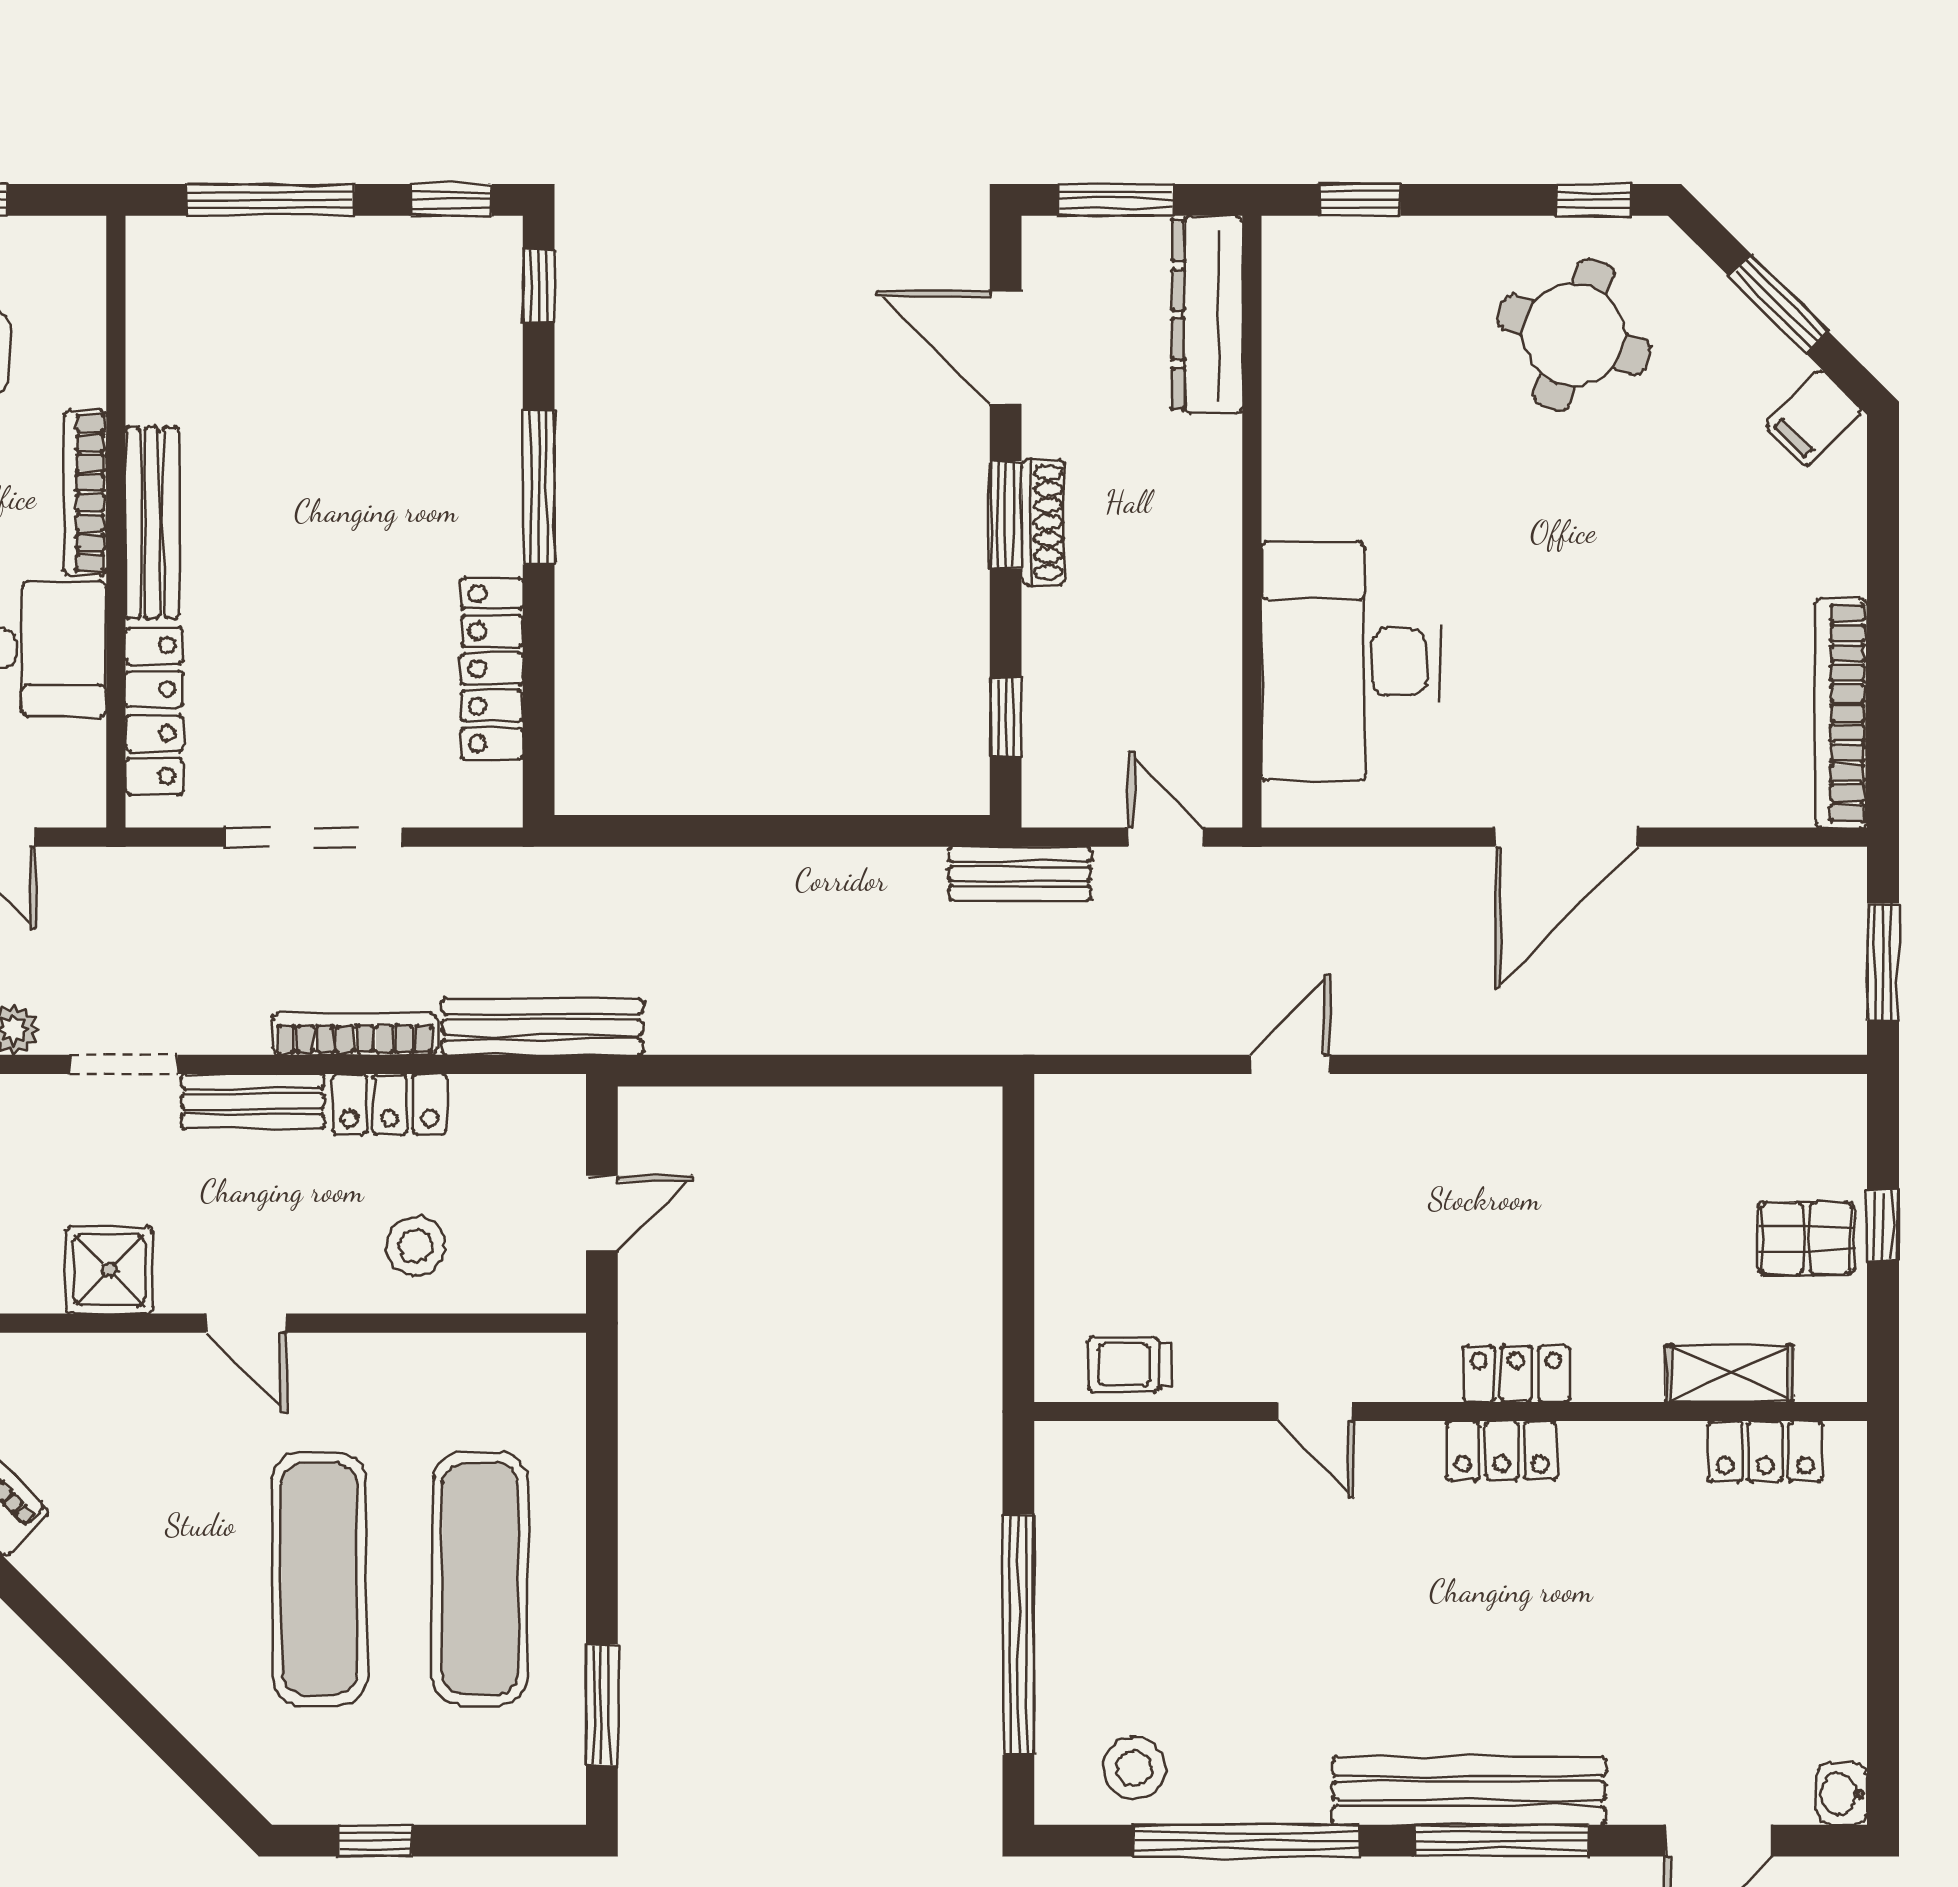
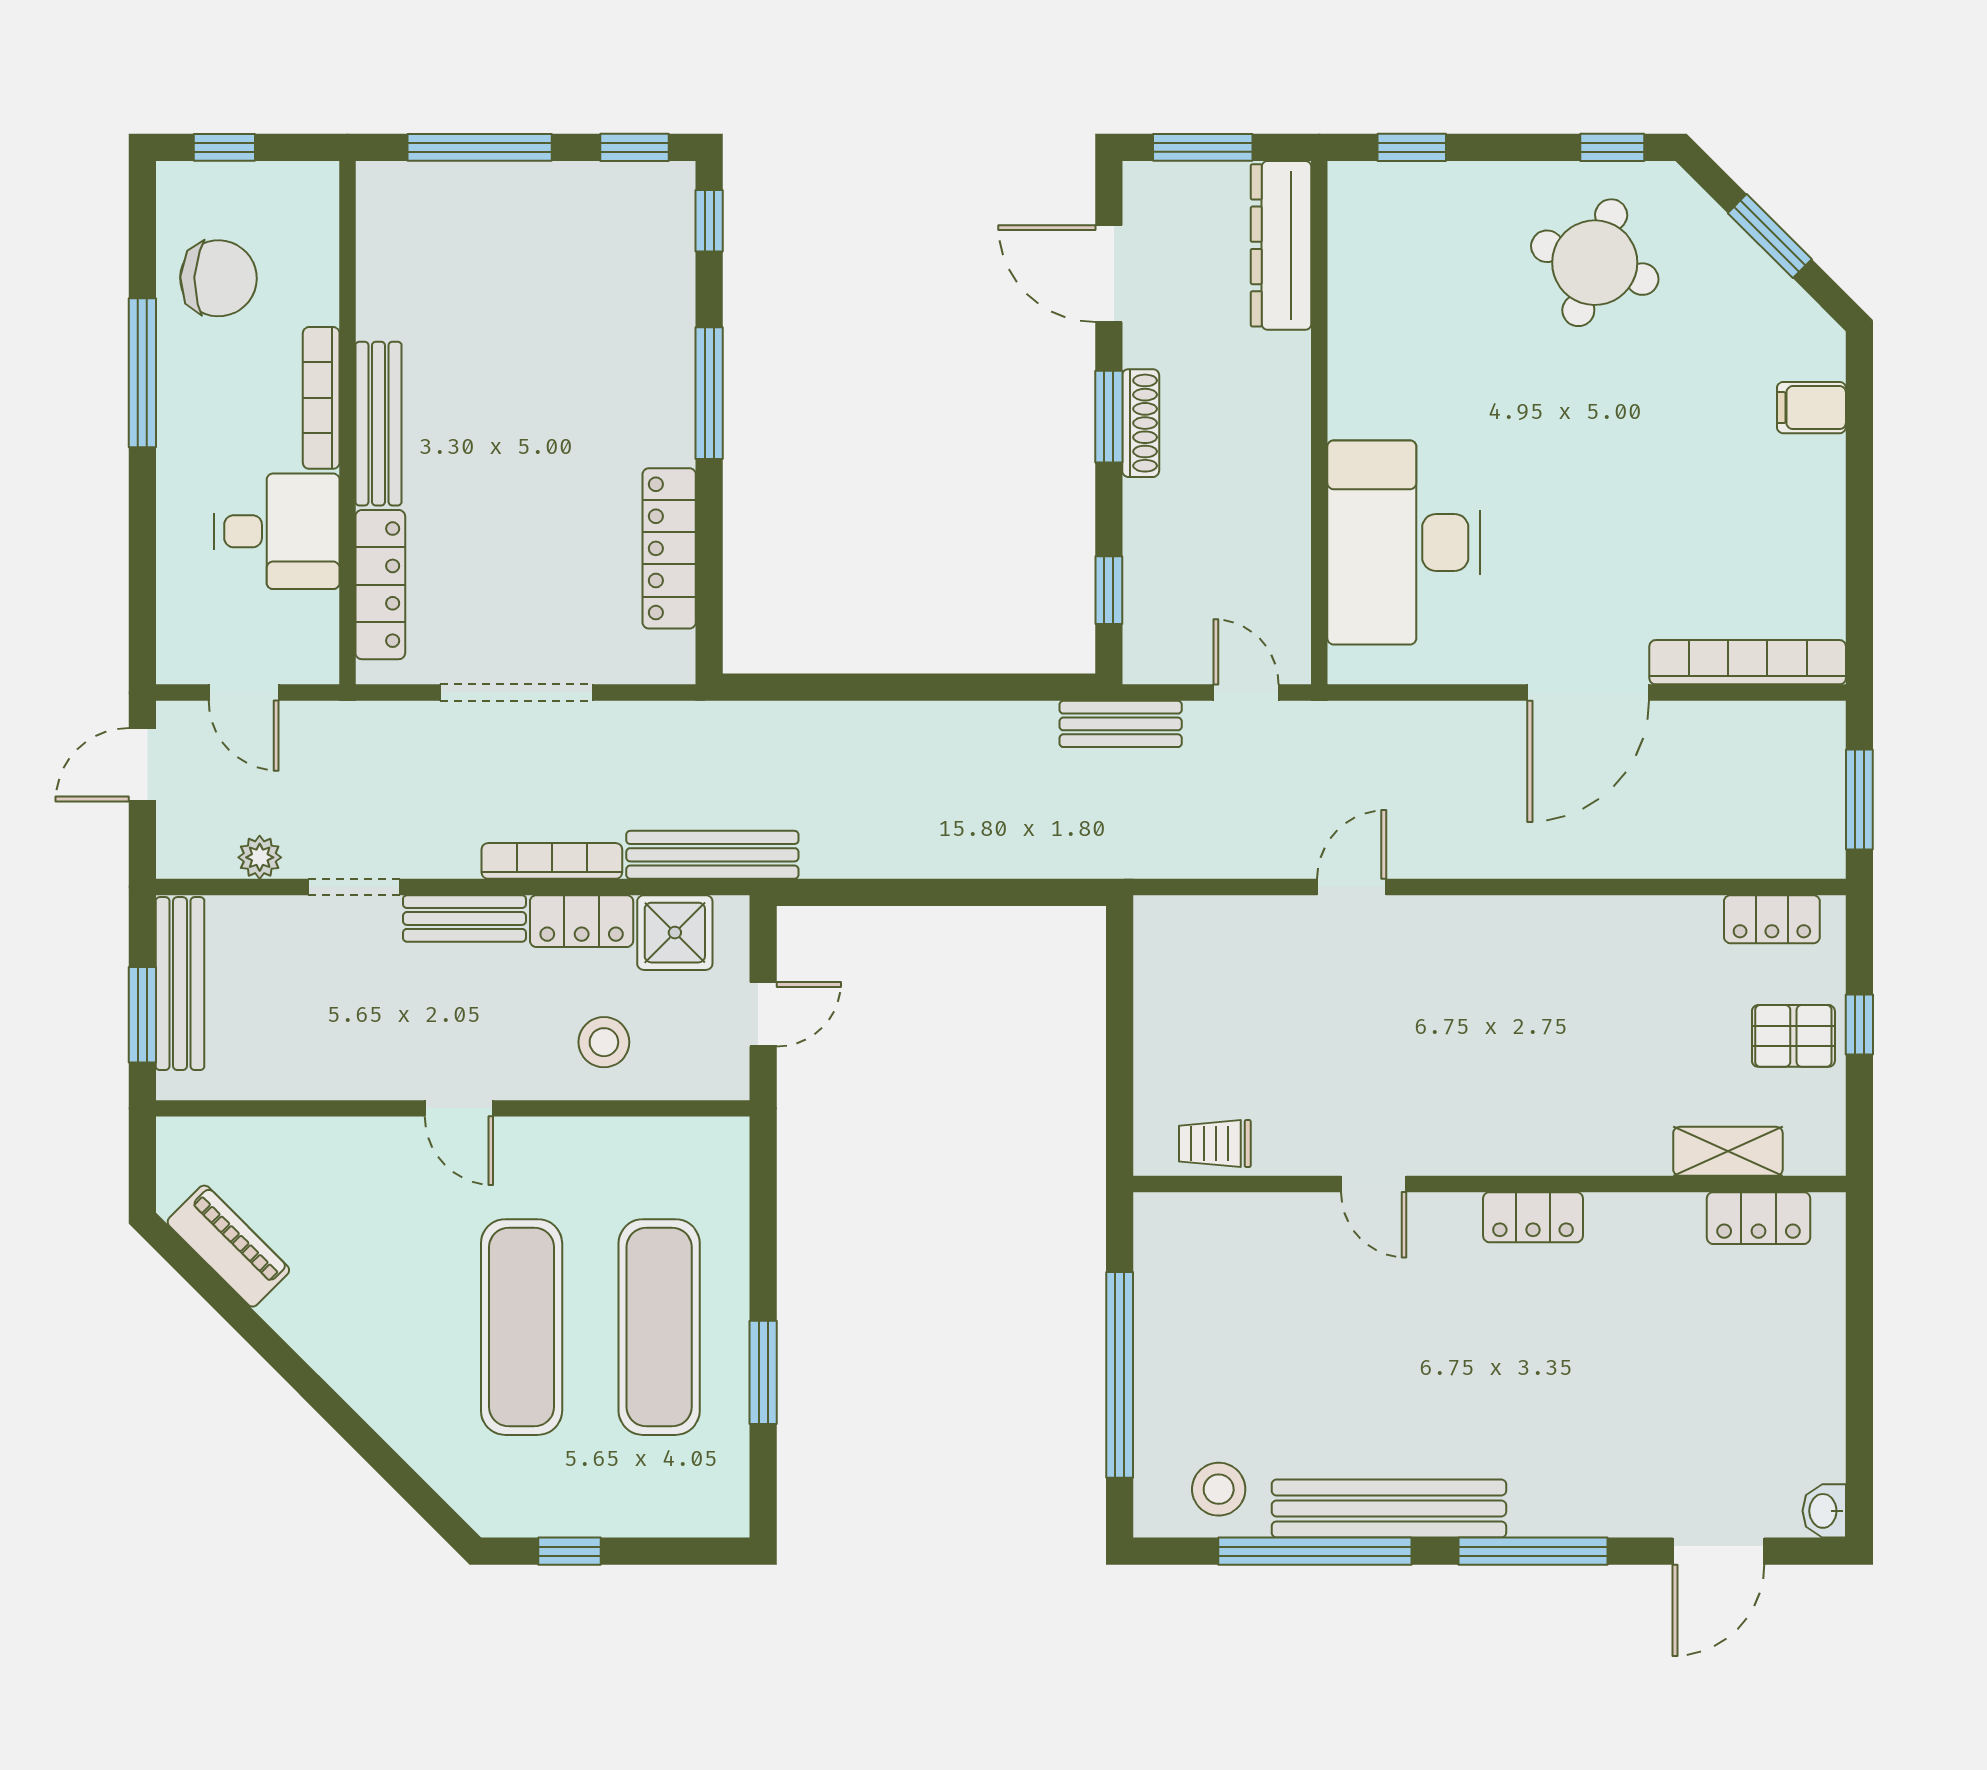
filing cabinet: (1814, 418) -> (1811, 408), moved, turned 45
bookcase: (1841, 713) -> (1748, 662), moved, turned 90
shower: (109, 1270) -> (675, 933), moved
locker: (1516, 1374) -> (1772, 919), moved, turned 180
window: (602, 1705) -> (763, 1372), moved
bench: (1469, 1791) -> (1389, 1508), moved

